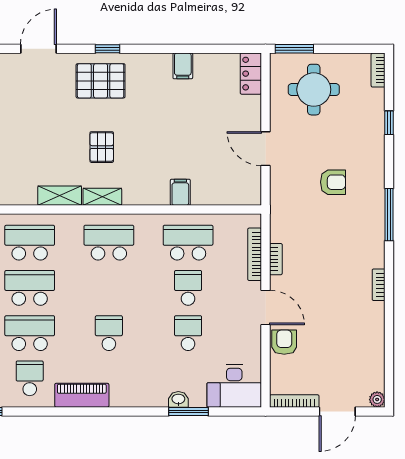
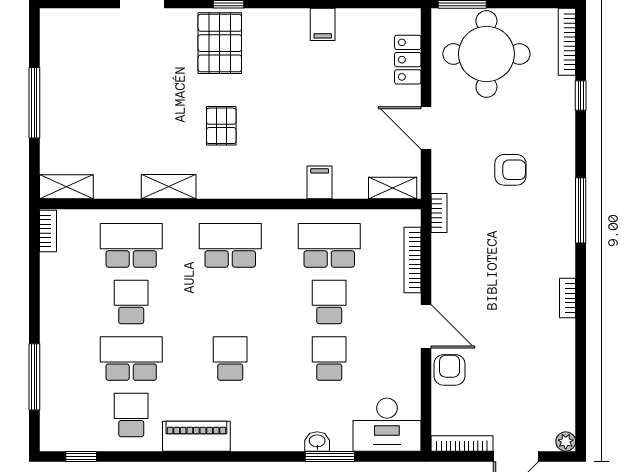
bookcase: (378, 70) -> (567, 42), width x1.56
locker: (251, 74) -> (408, 60), moved
pallet: (101, 81) -> (220, 43), turned 90
round table: (314, 90) -> (486, 54), width x1.36, depth x1.36
shelving: (102, 197) -> (393, 188), moved
bookcase: (276, 259) -> (439, 213), moved
school desk: (30, 288) -> (131, 302), width x0.54

